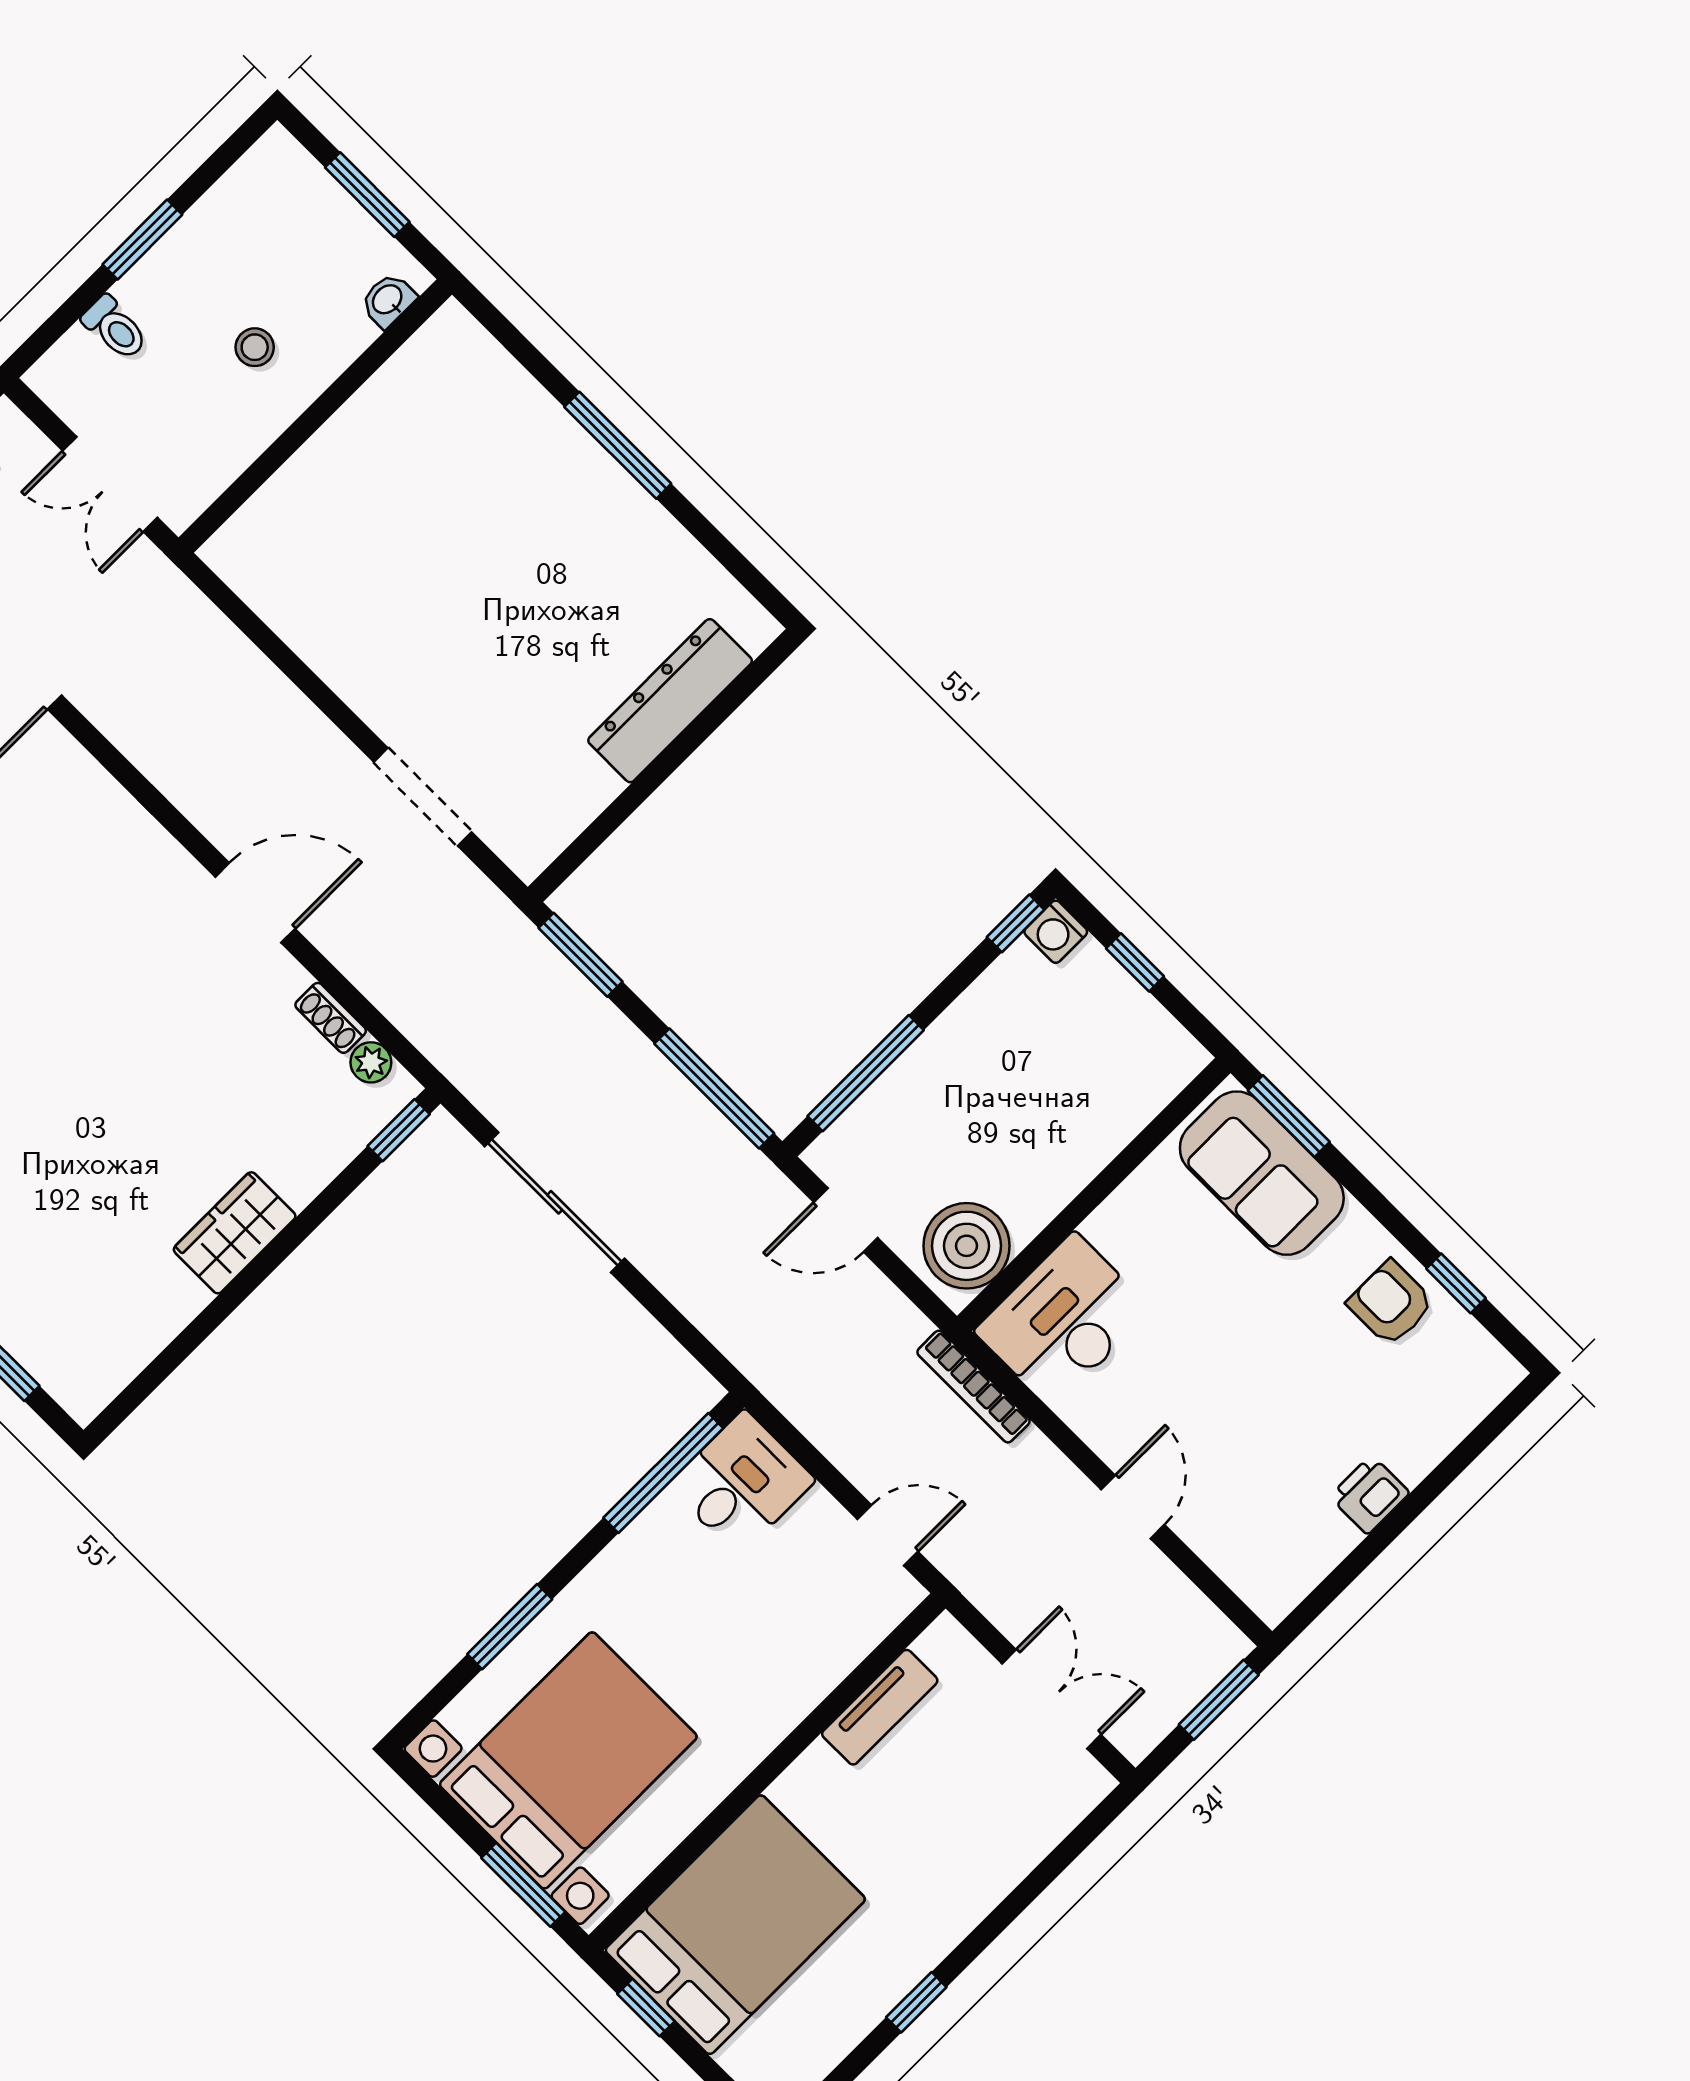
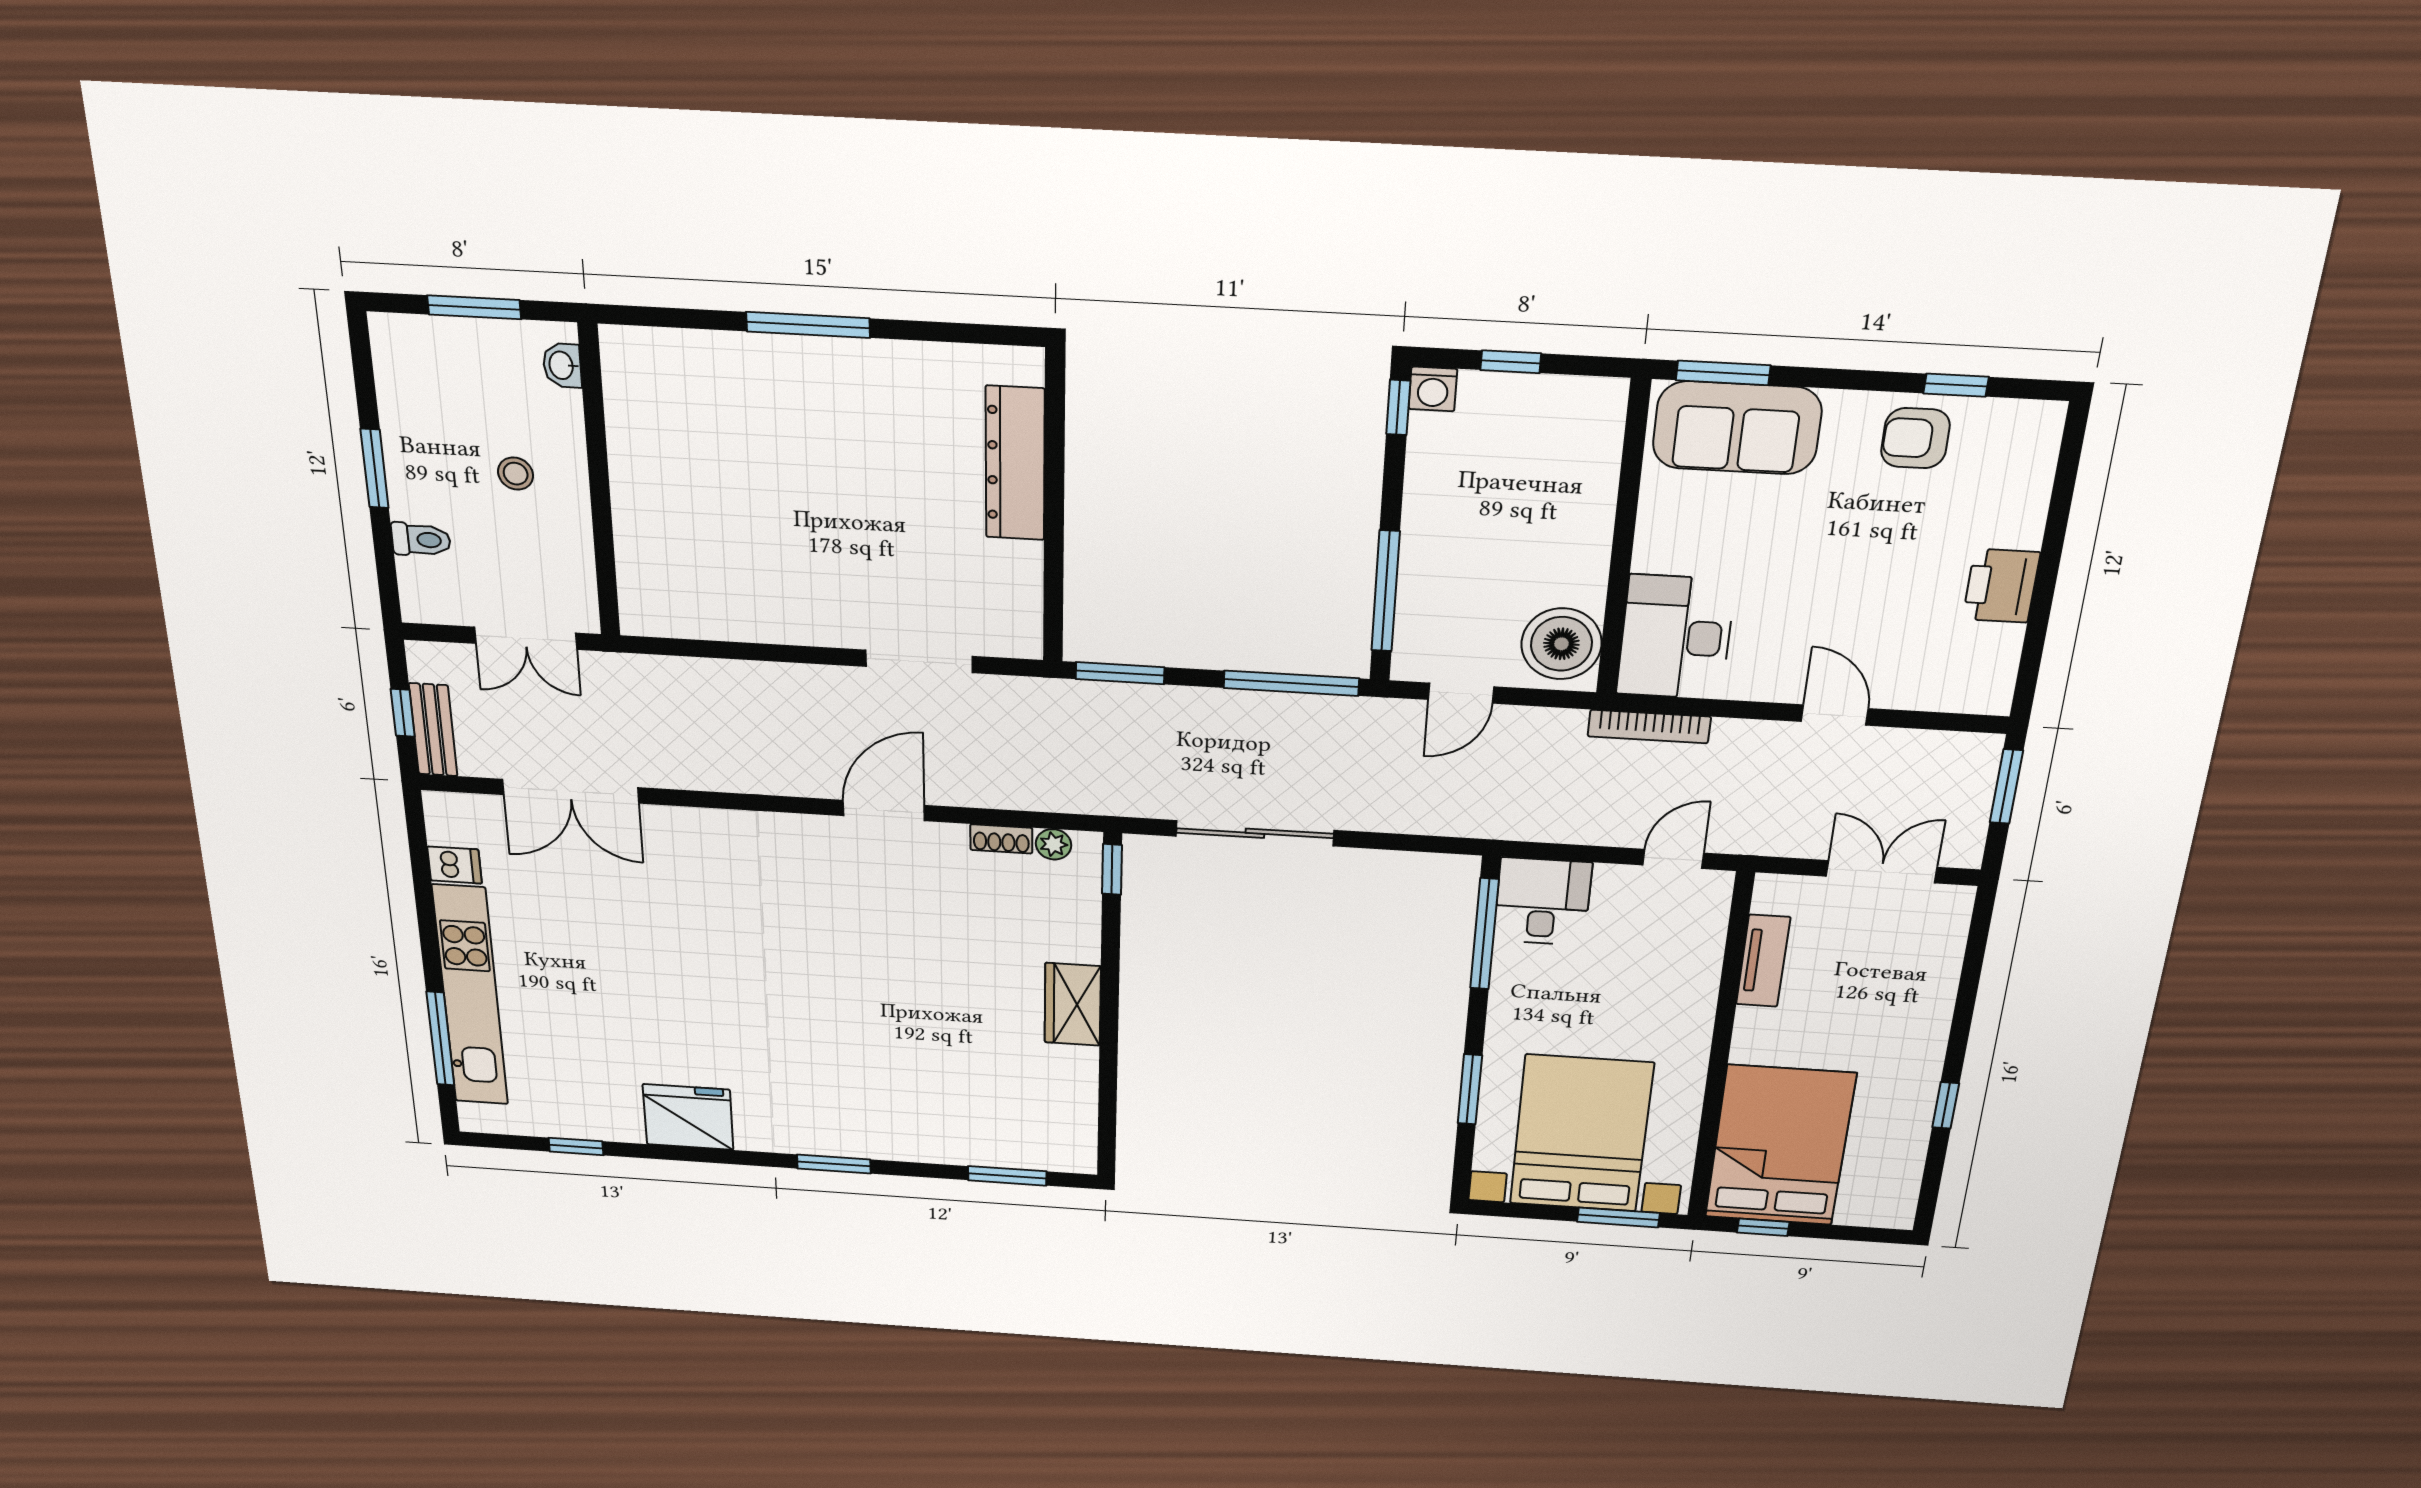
printer: (1370, 1495) -> (2001, 586), width x1.36, depth x1.24

